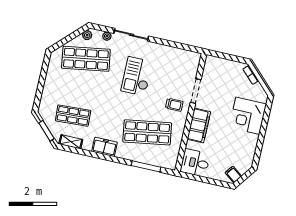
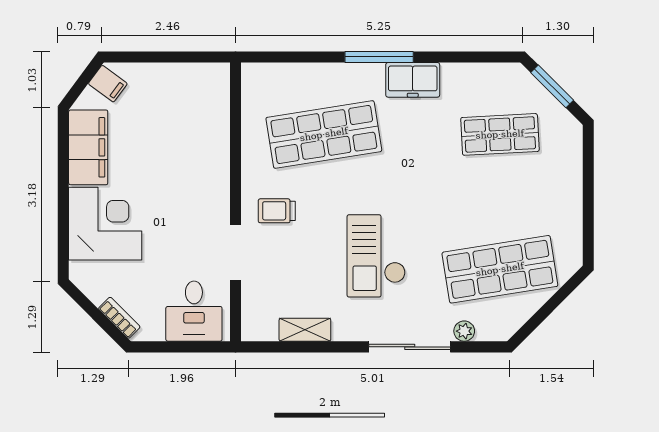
plant: (87, 35) -> (509, 323), removed
checkout: (137, 76) -> (376, 256), turned 180
filing cabinet: (199, 126) -> (88, 147), moved, turned 180
shelving: (71, 142) -> (305, 330), moved
desk: (195, 163) -> (194, 311), moved, turned 90
window: (146, 166) -> (379, 57), moved

